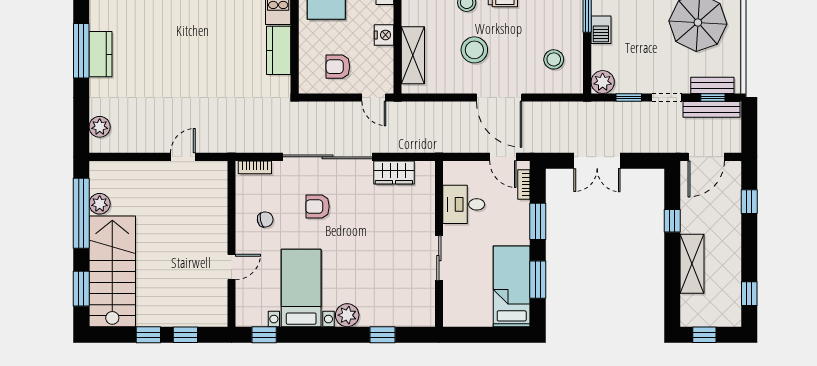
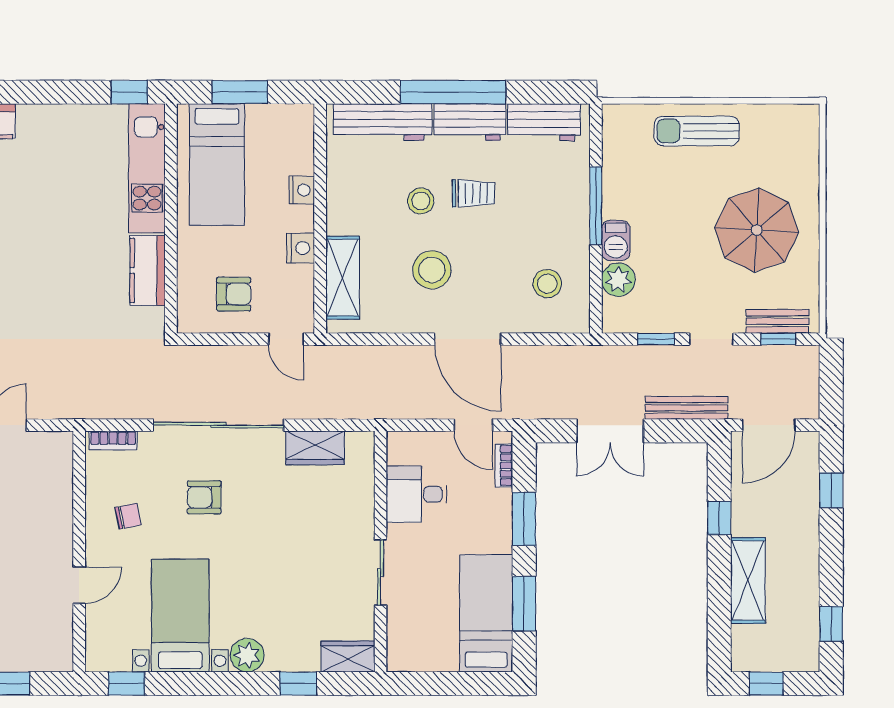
armchair: (338, 67) -> (234, 294), turned 180
plant: (603, 82) -> (618, 280), moved
bench: (712, 109) -> (687, 408), moved
wardrobe: (417, 316) -> (348, 656), added

